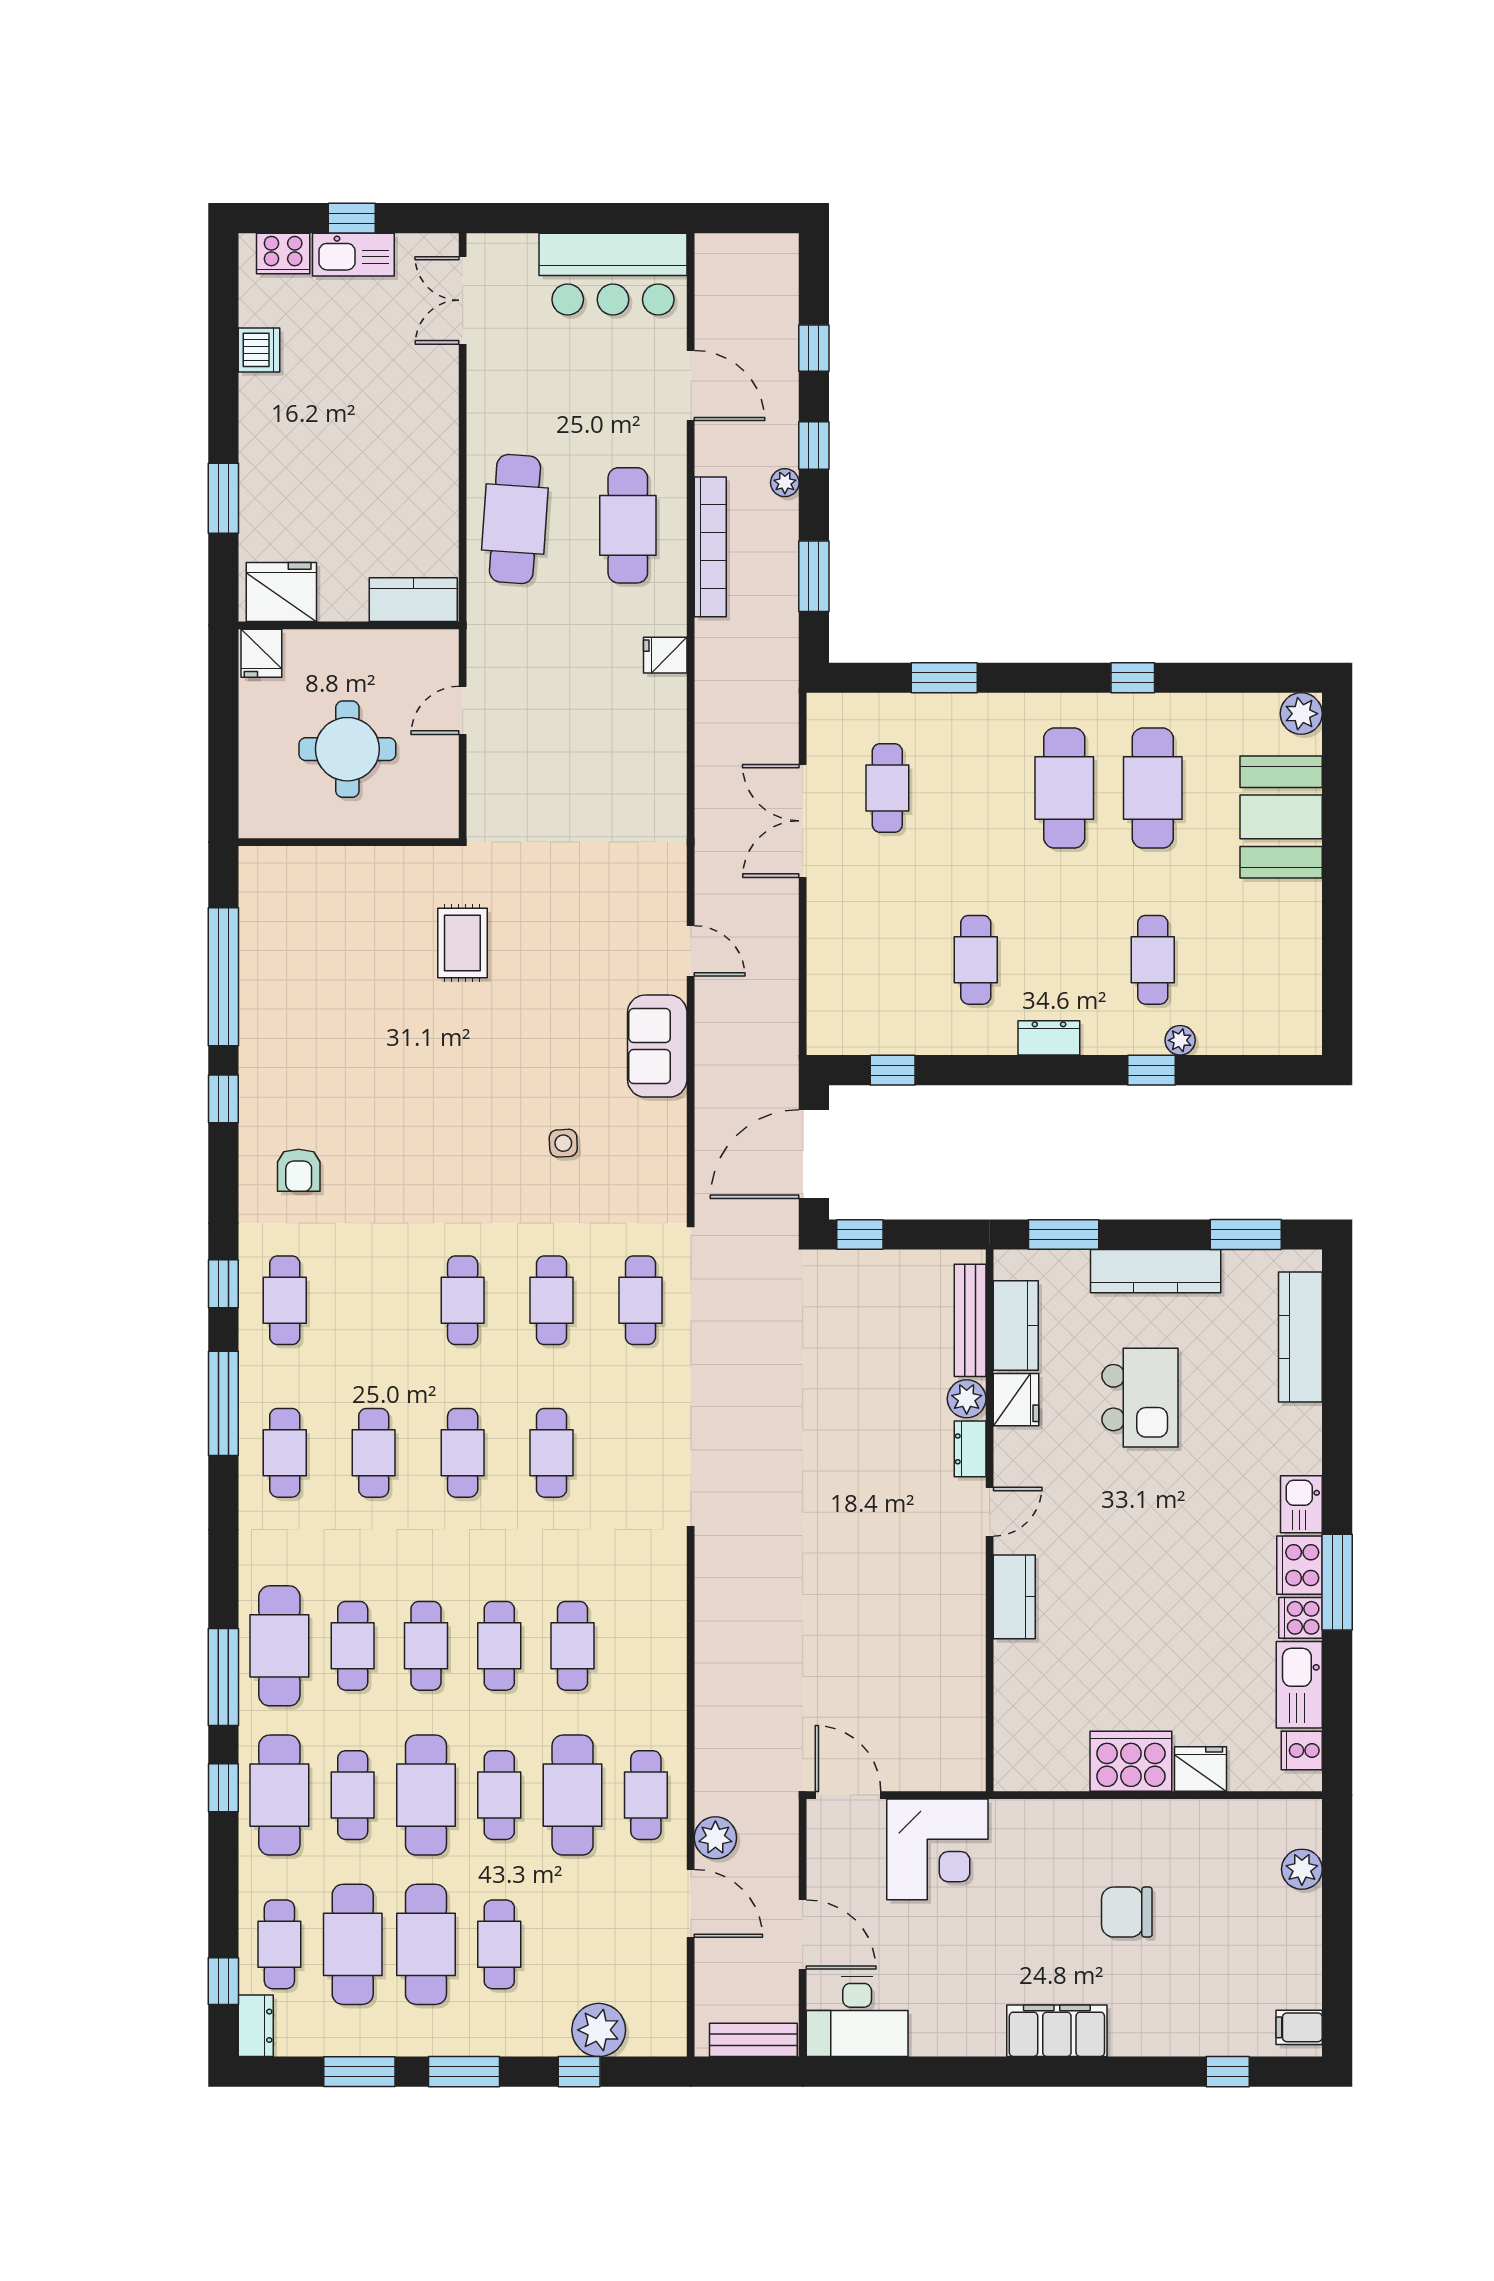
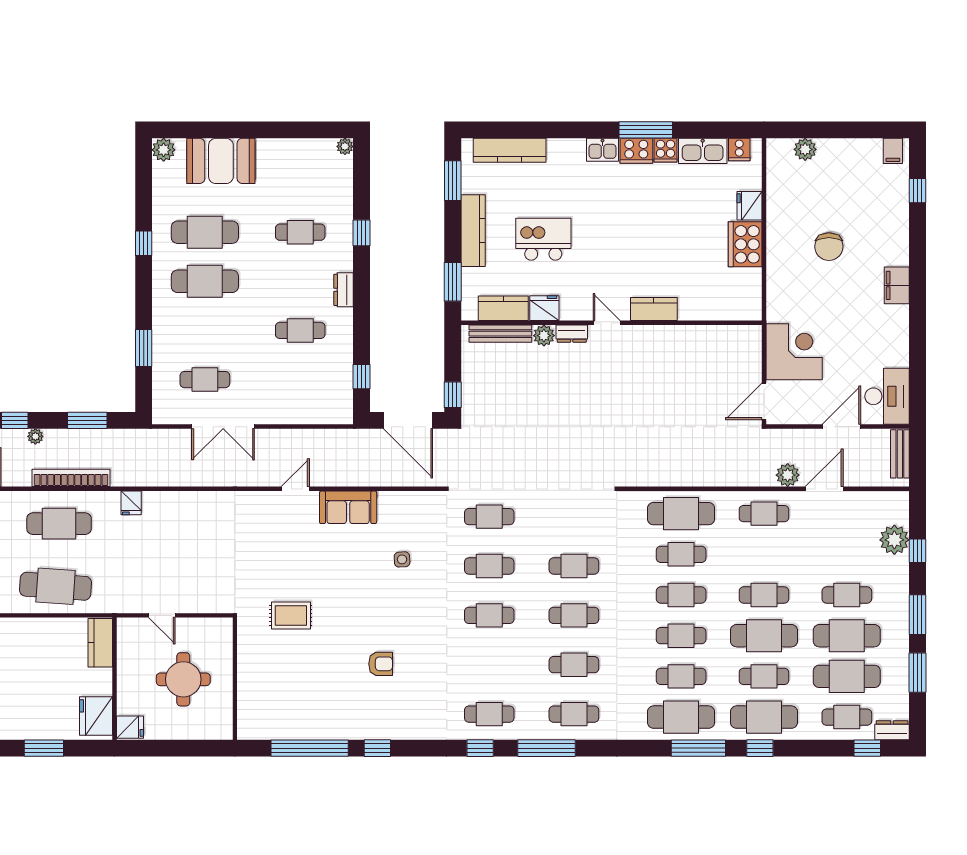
plant: (1180, 1040) -> (345, 146), moved
armchair: (299, 1170) -> (381, 664), moved
cafe table: (573, 1795) -> (681, 514), moved
filing cabinet: (1057, 2031) -> (897, 285), width x0.67, depth x0.86

